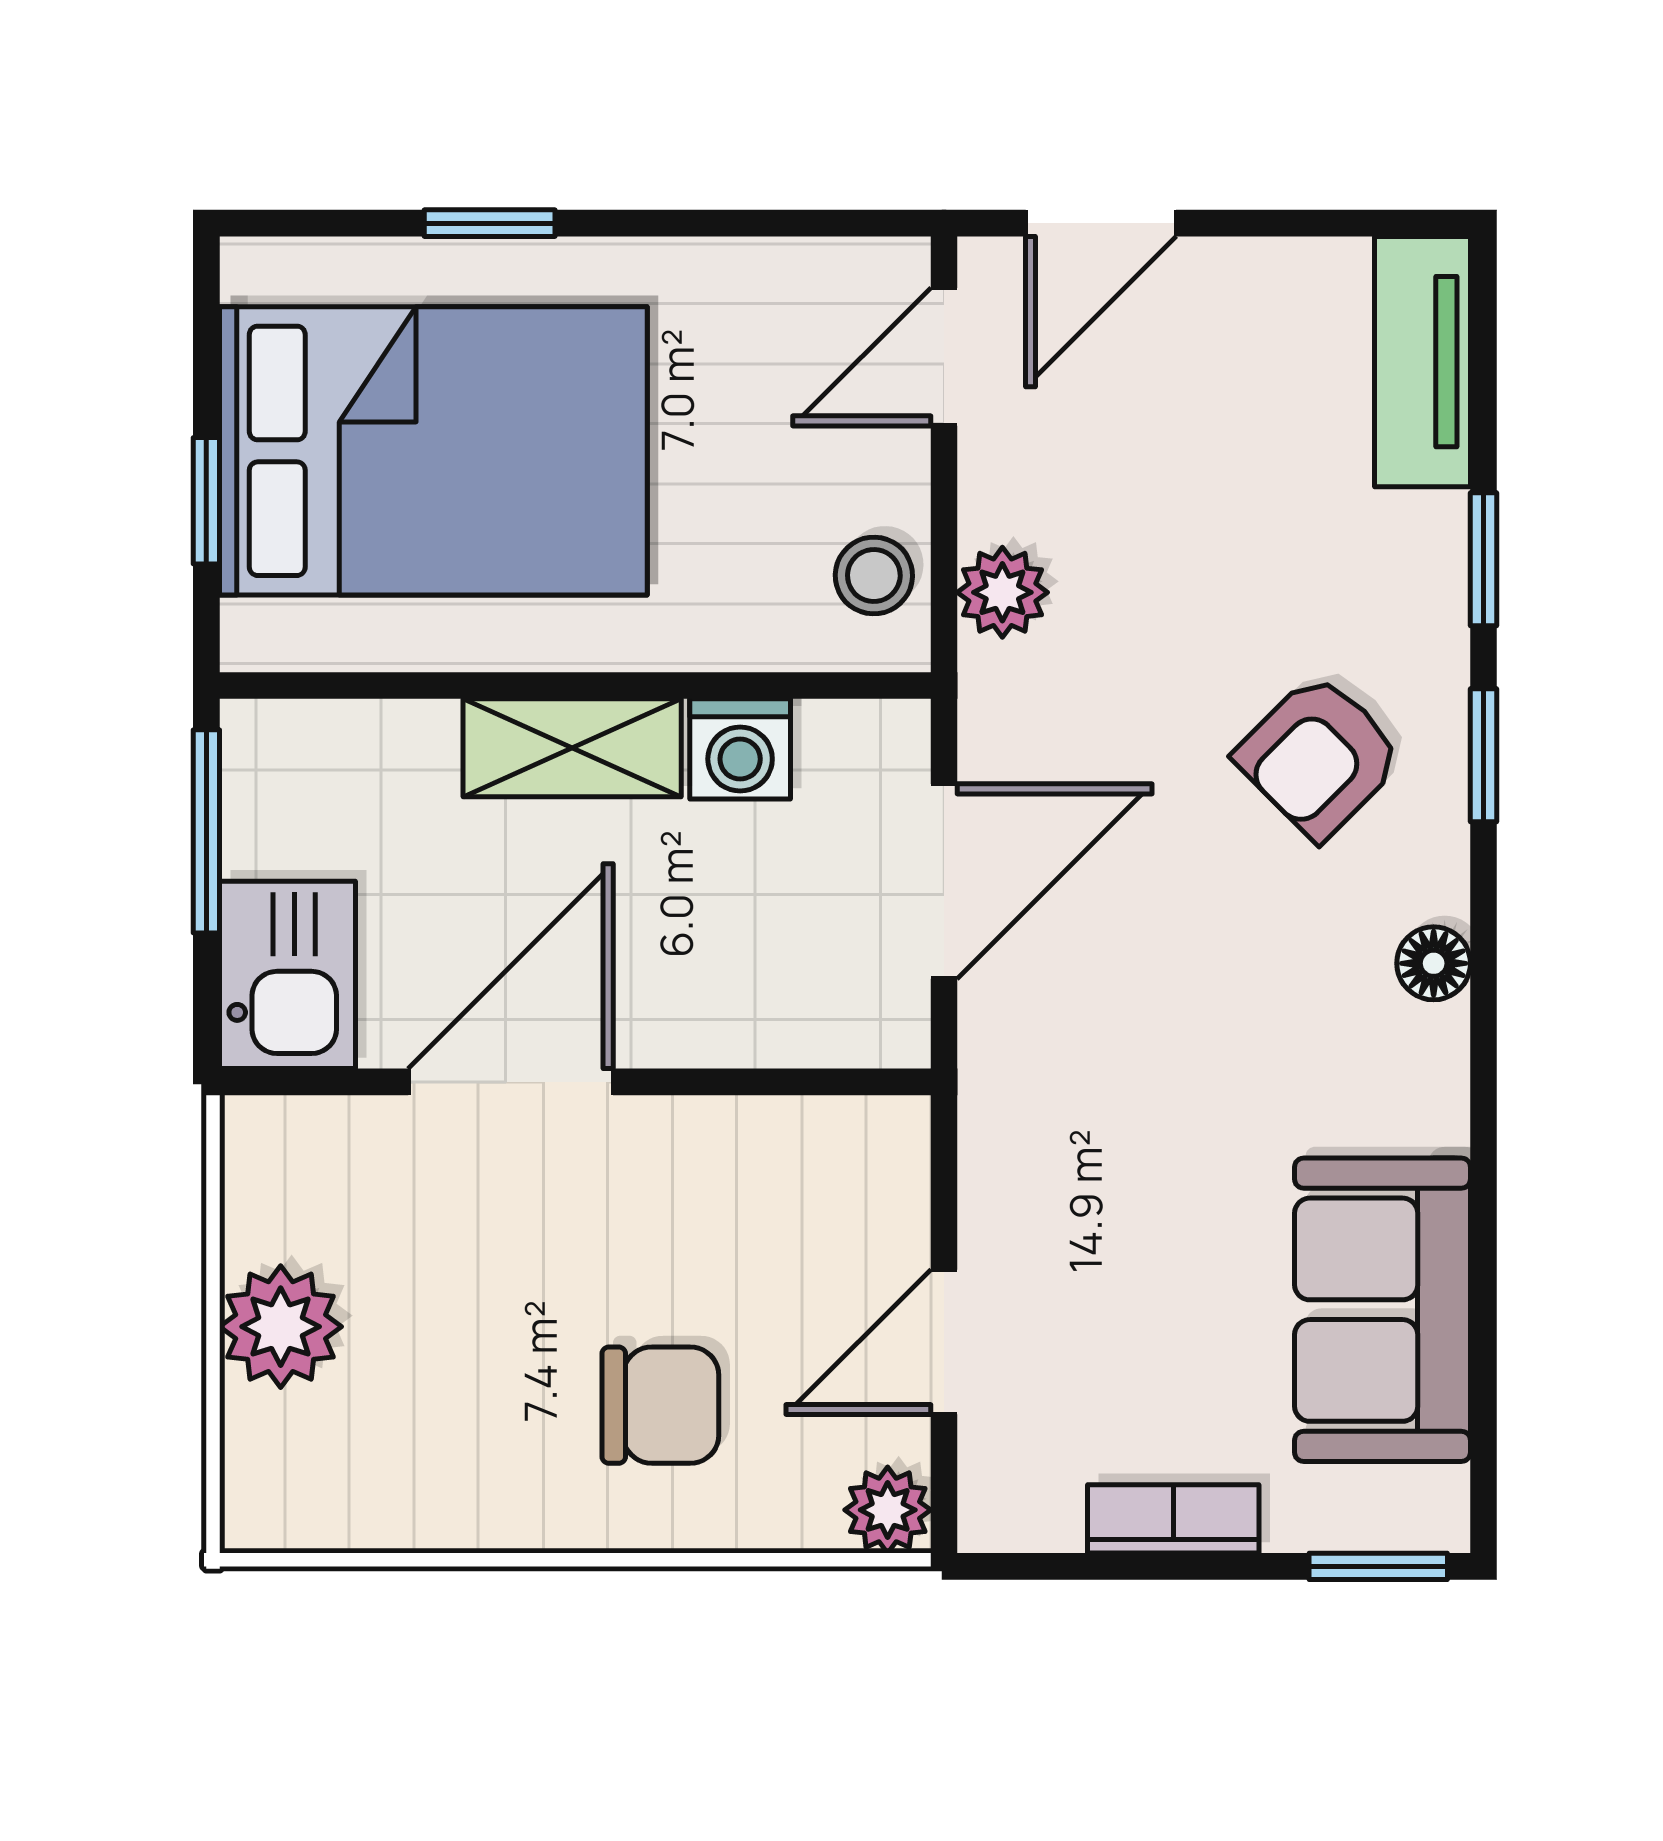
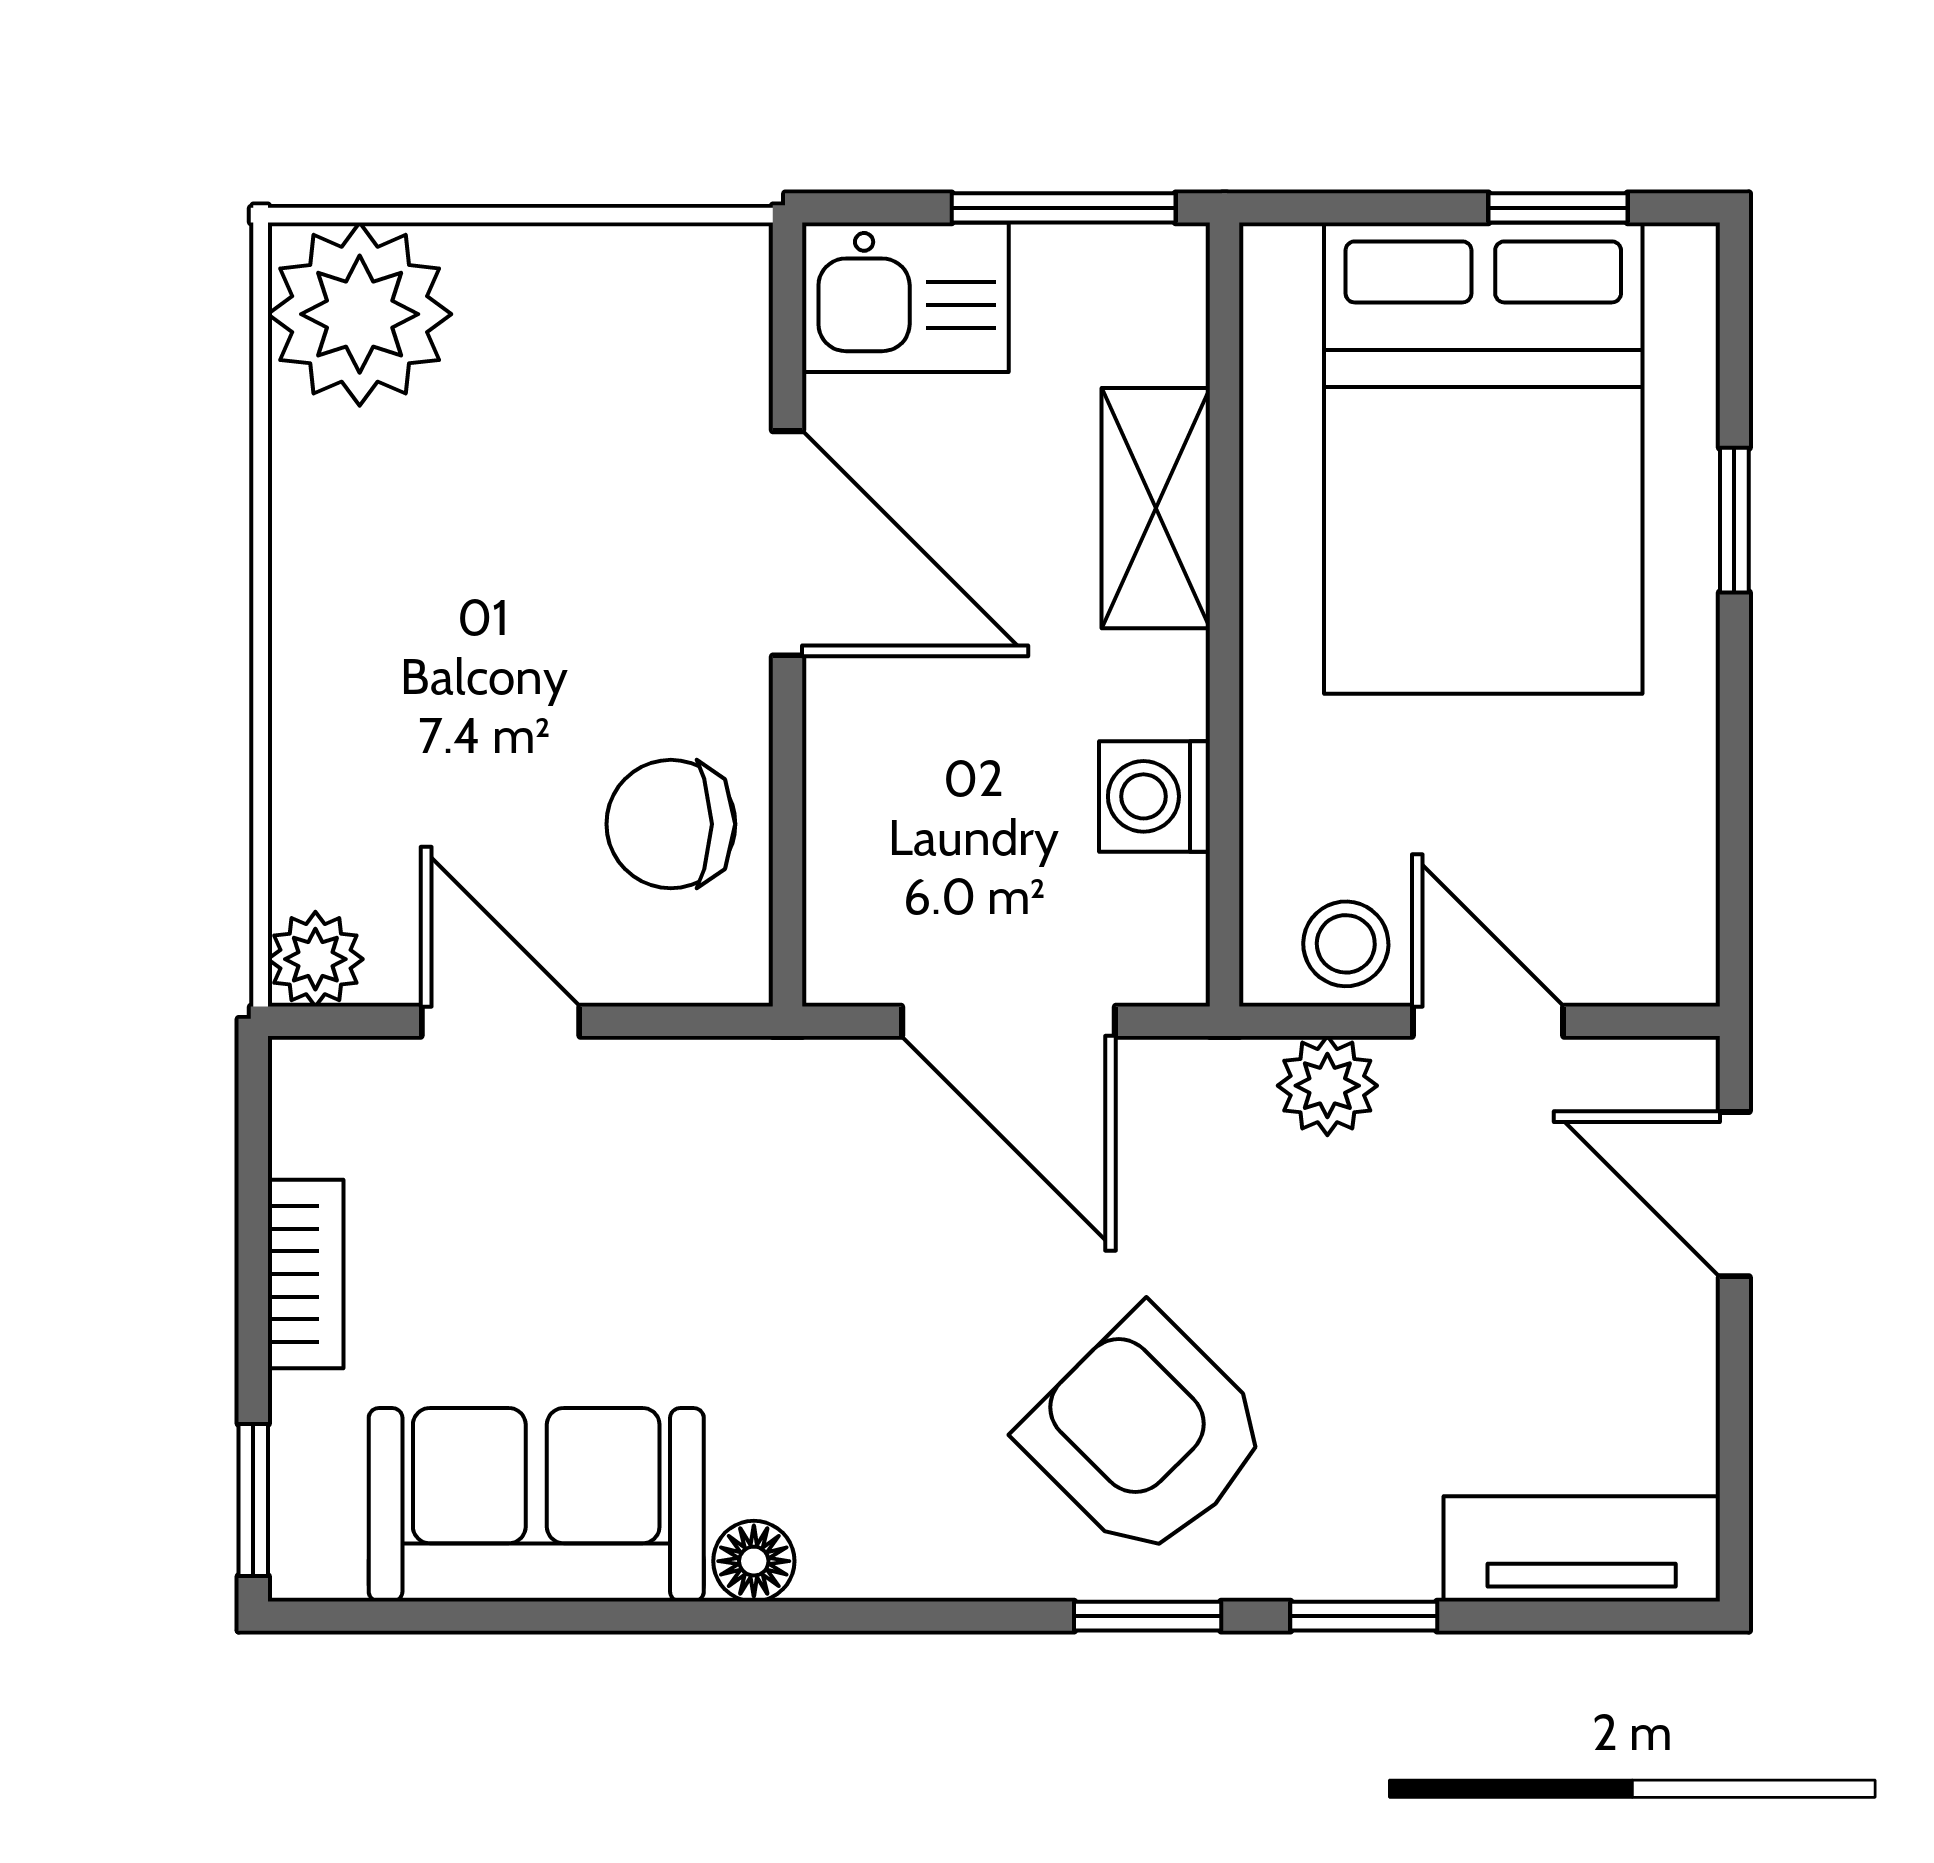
door: (944, 357) -> (1488, 1021), moved
window: (206, 501) -> (1558, 208), moved
shelving: (572, 748) -> (1156, 508), moved
armchair: (1319, 756) -> (1146, 1435), width x1.38, depth x1.38
floor lamp: (1434, 963) -> (754, 1561), moved
plant: (281, 1327) -> (360, 314), moved, width x1.36, depth x1.36
chair: (660, 1405) -> (671, 824), moved, turned 90

